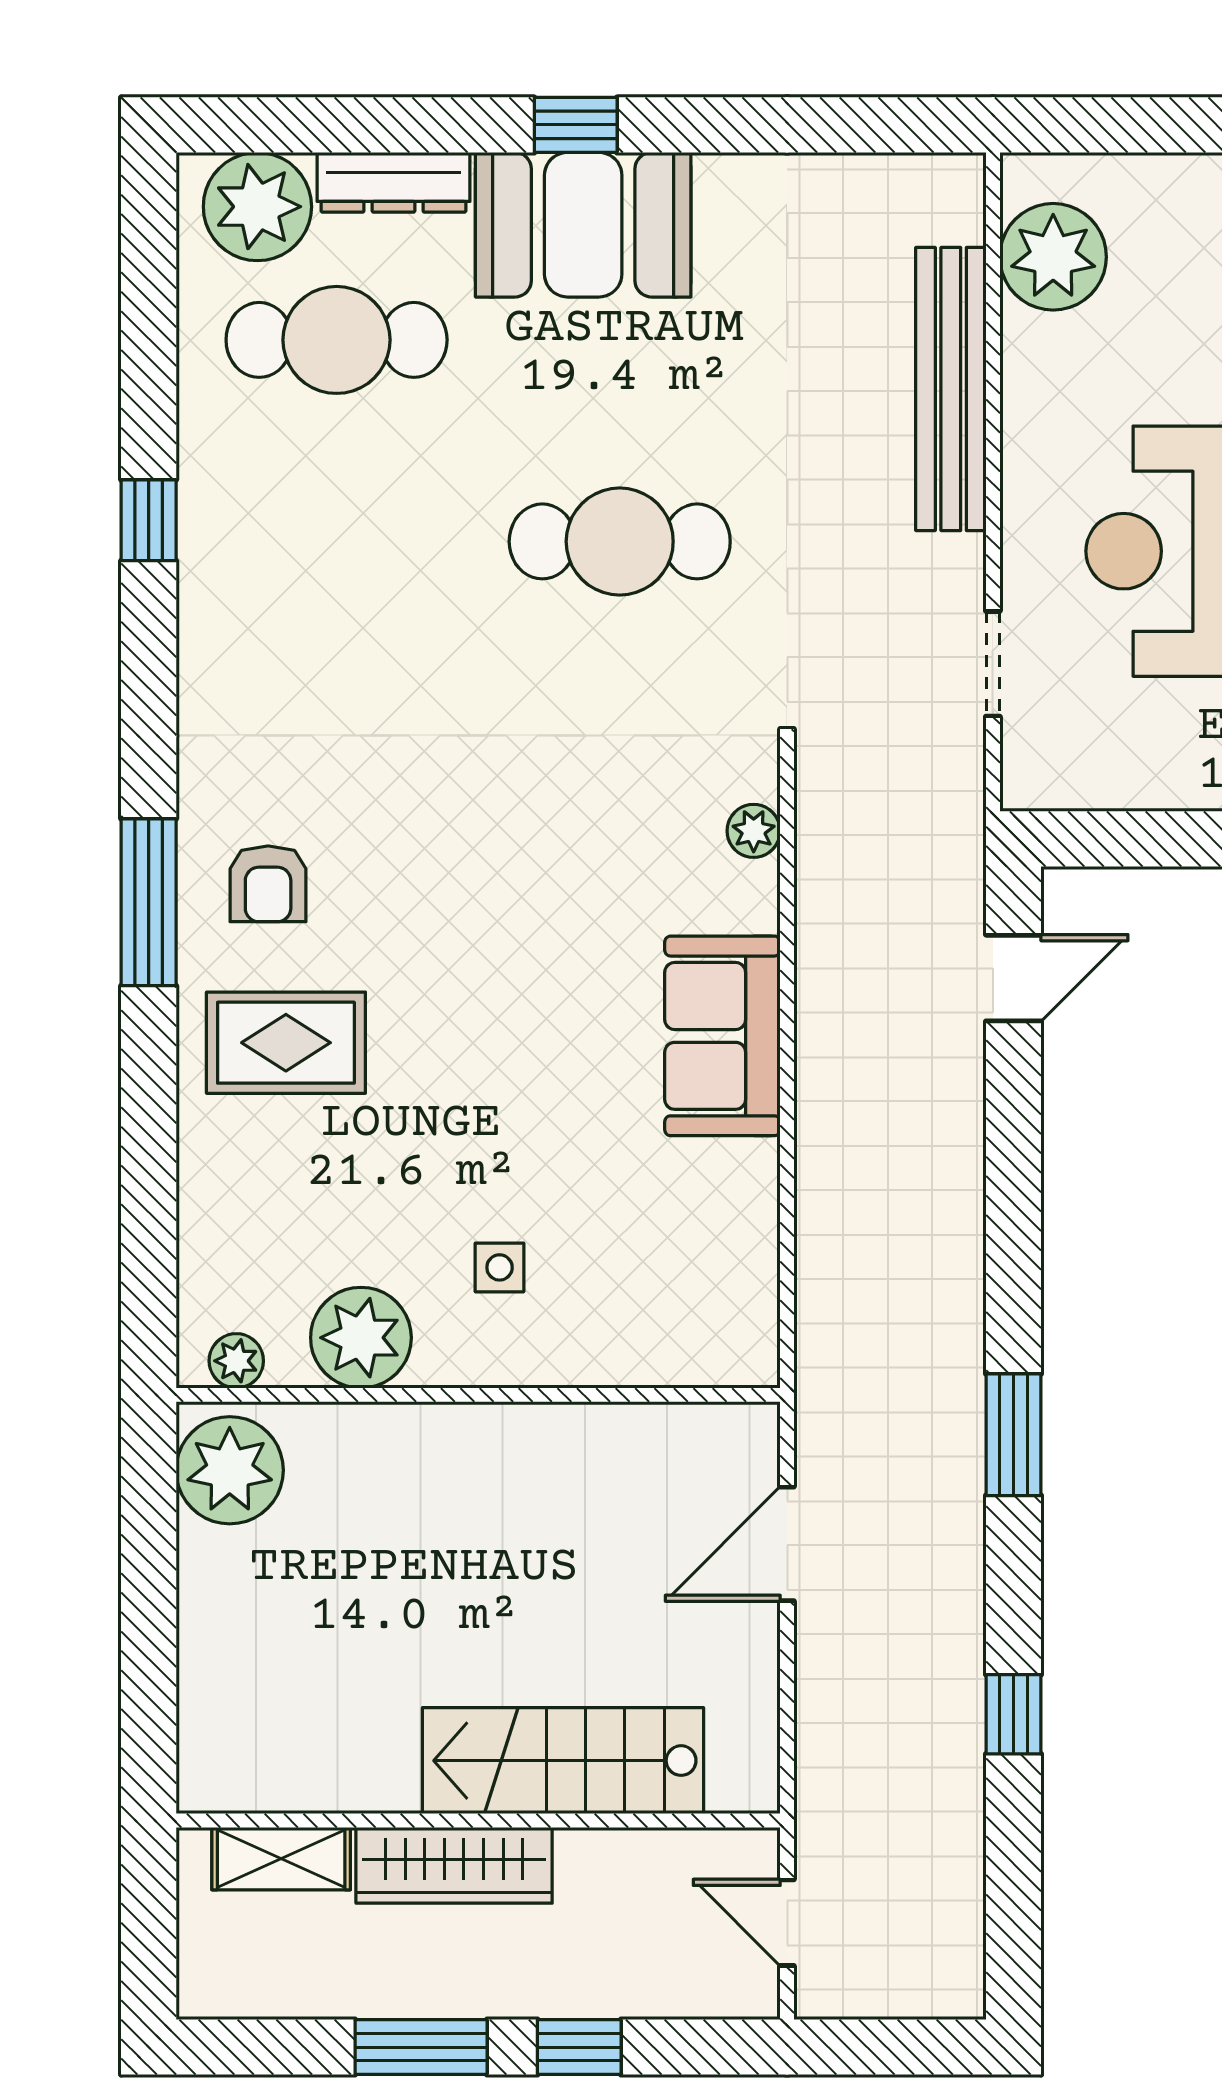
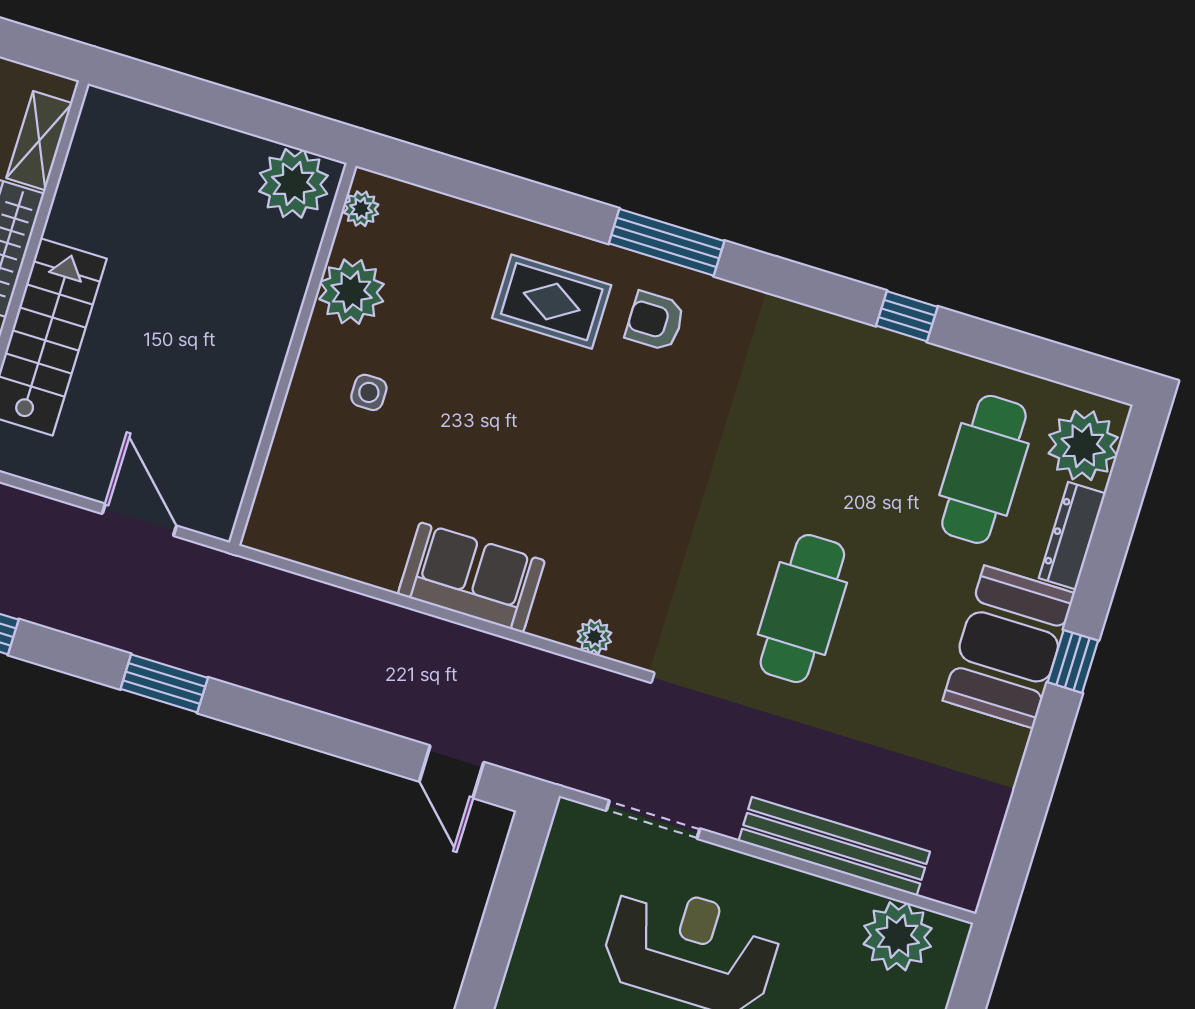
doorway: (993, 664) -> (653, 820), width x1.38
rug: (286, 1043) -> (552, 302), turned 90

